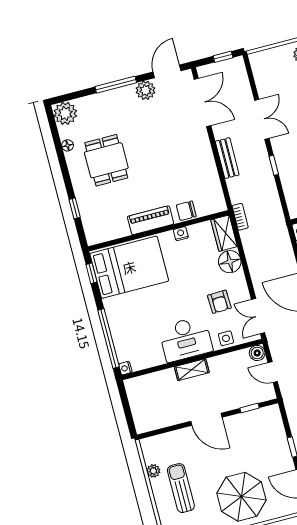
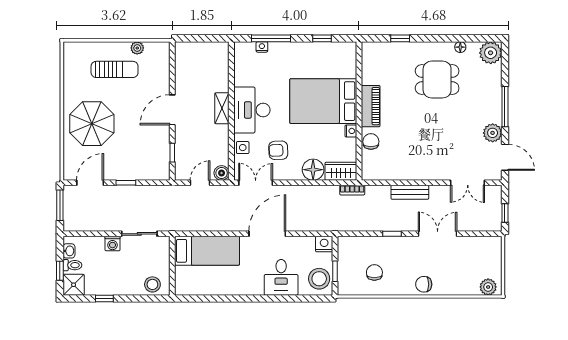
double door: (202, 102) -> (468, 183), width x0.73
double door: (262, 119) -> (438, 234), swing flipped
bed: (129, 267) -> (323, 101), moved, turned 90
window: (91, 273) -> (322, 38), moved
window: (108, 339) -> (271, 38), width x0.68
nightstand: (125, 368) -> (262, 47), moved

